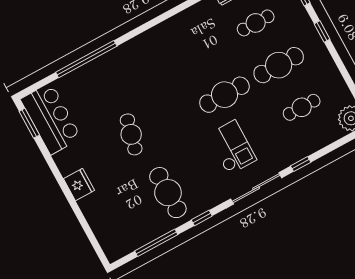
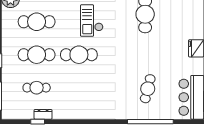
cafe table: (302, 107) -> (37, 22), width x1.37, depth x1.35
cafe table: (131, 134) -> (148, 89), moved

